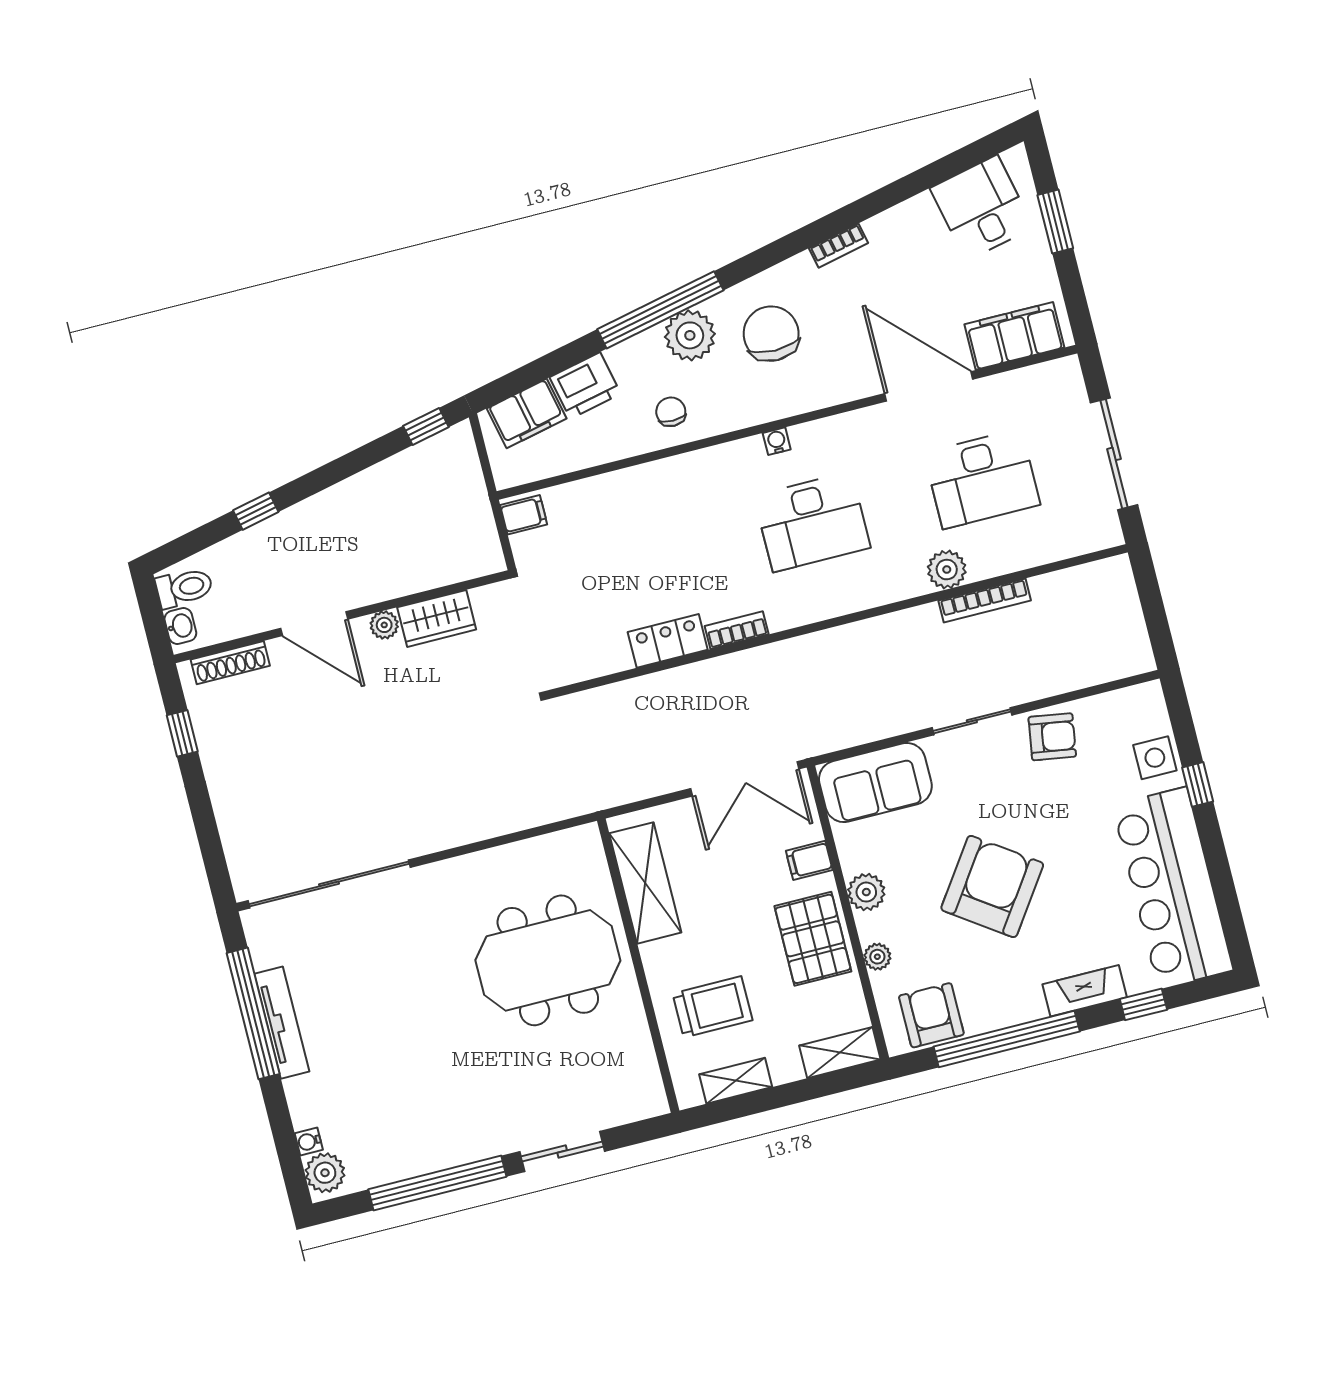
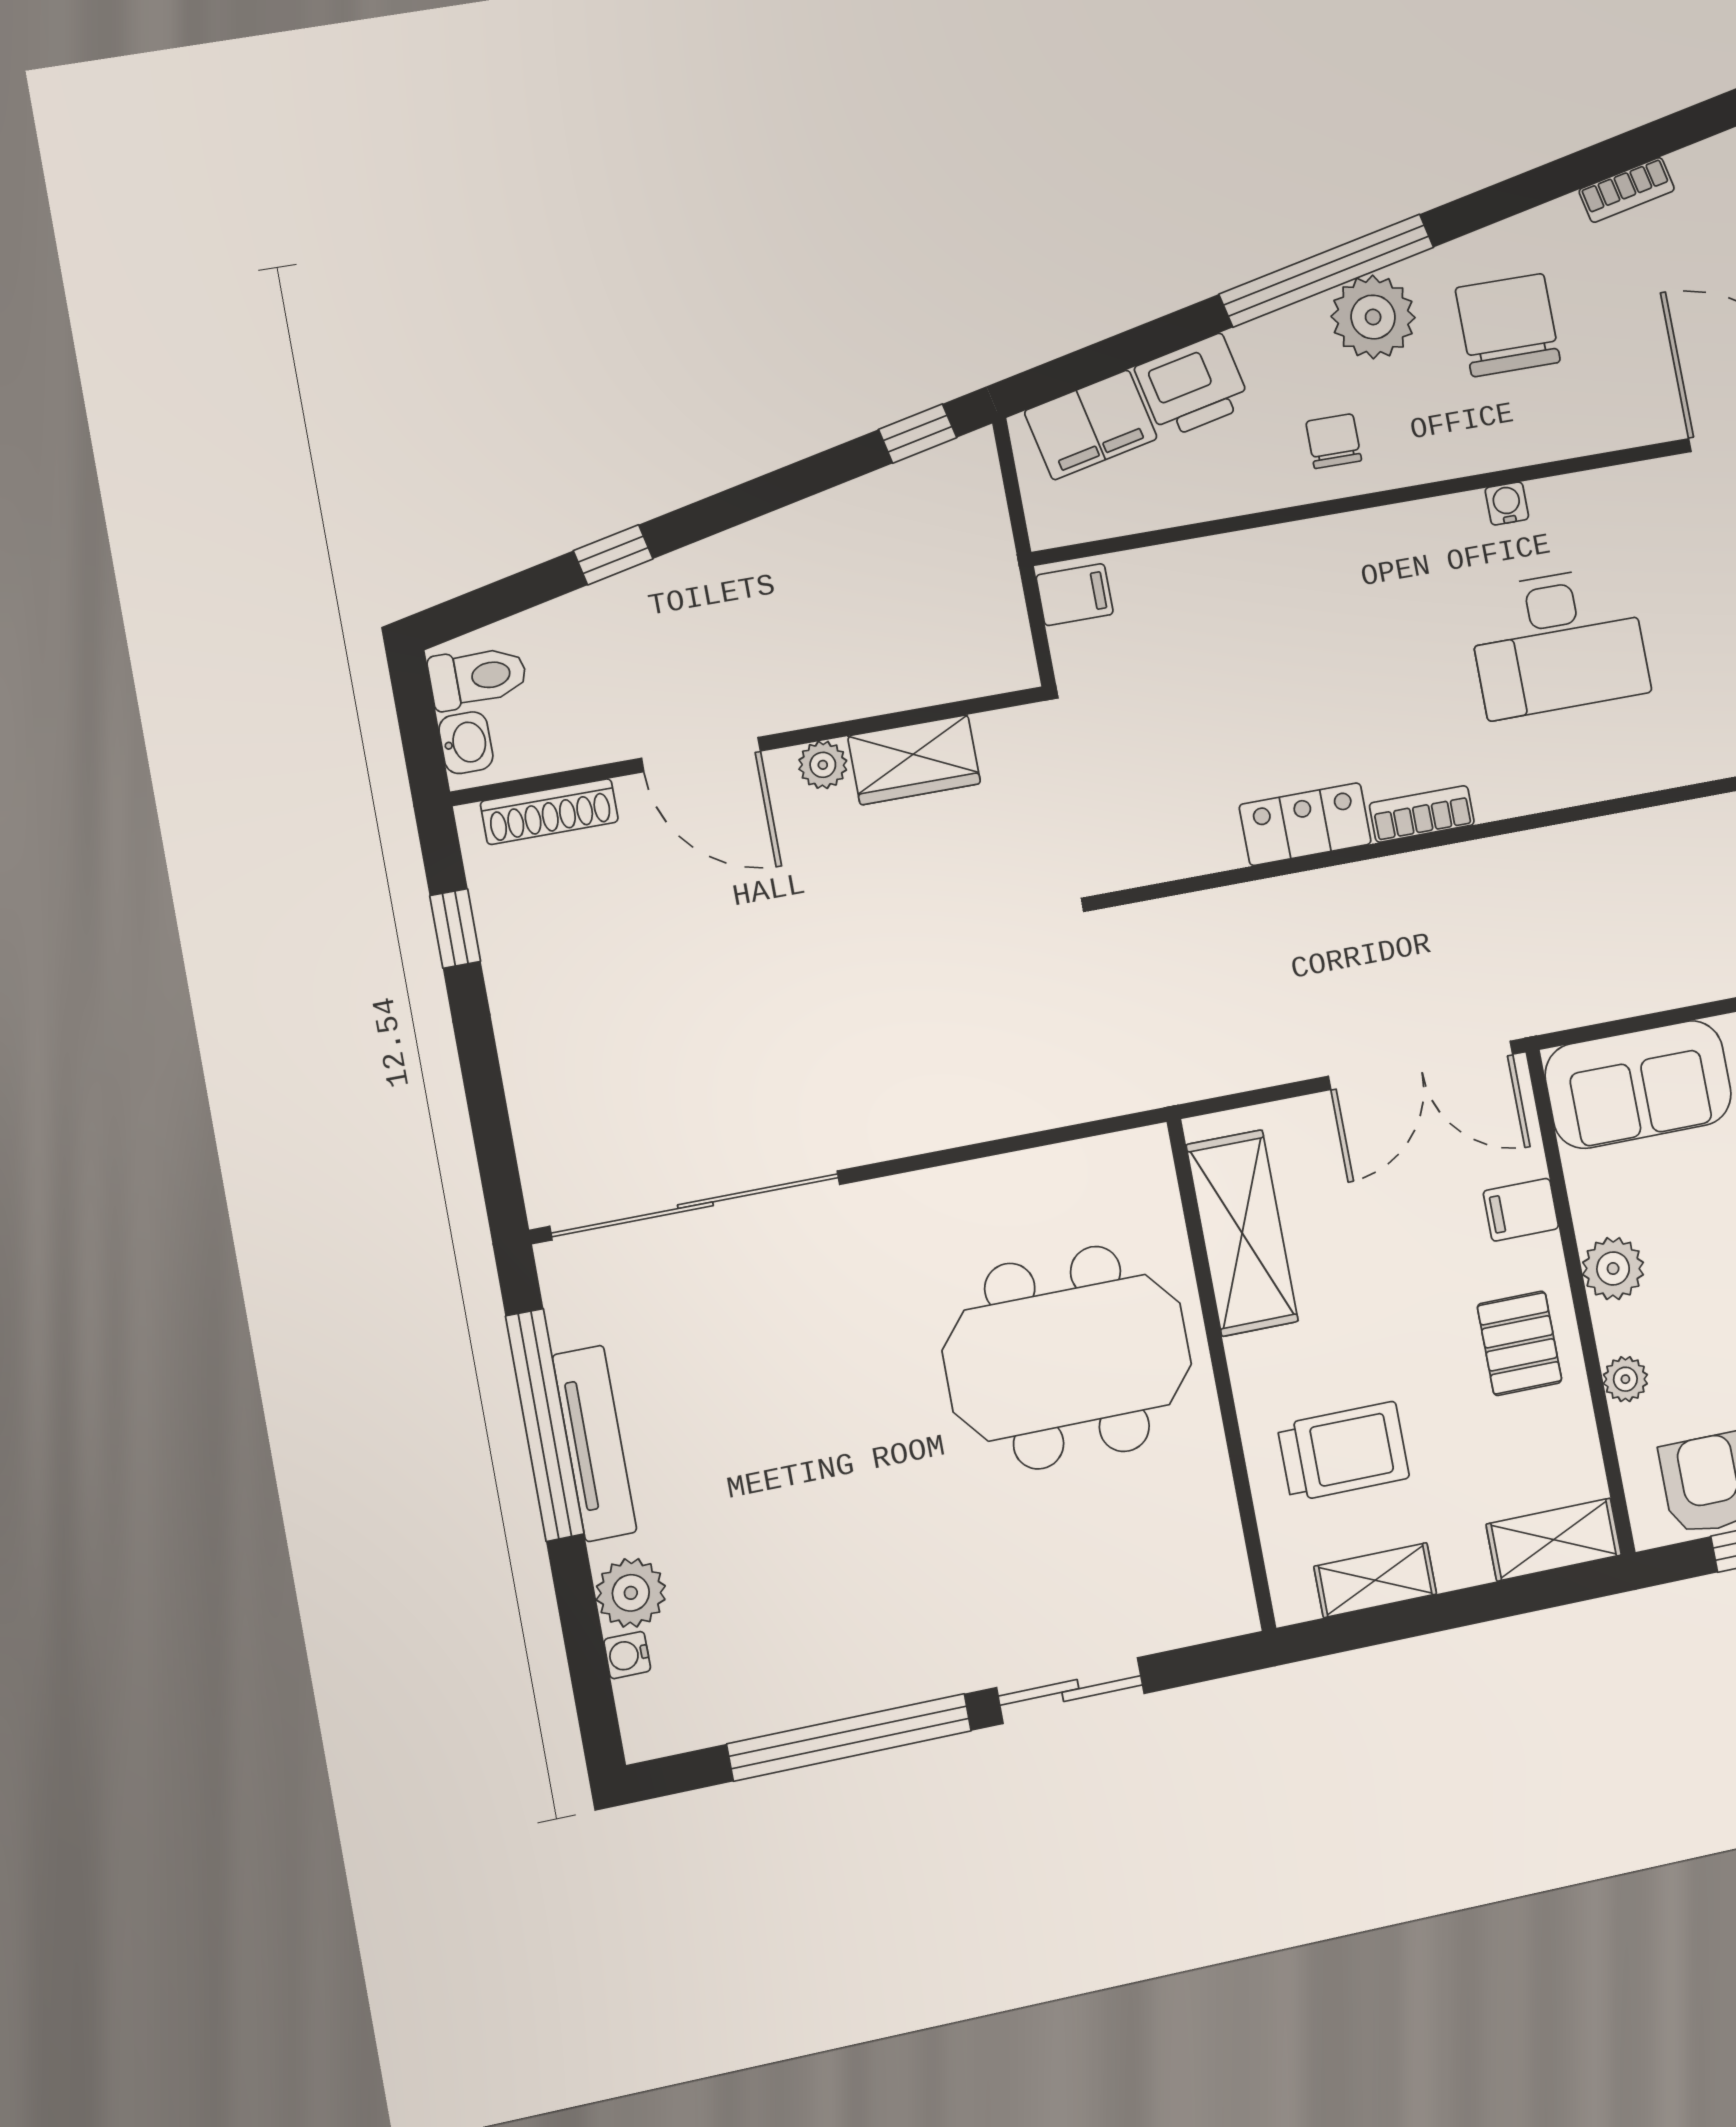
pallet: (813, 939) -> (1519, 1343), width x0.67, depth x0.71
plant: (325, 1173) -> (631, 1593), moved

